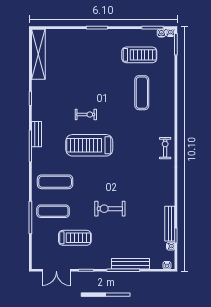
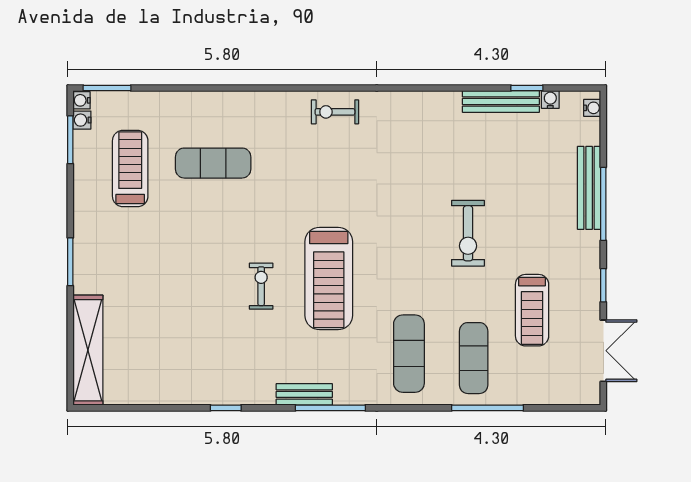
shelving: (38, 54) -> (88, 350), moved, turned 90
treadmill: (75, 238) -> (532, 310), turned 180

